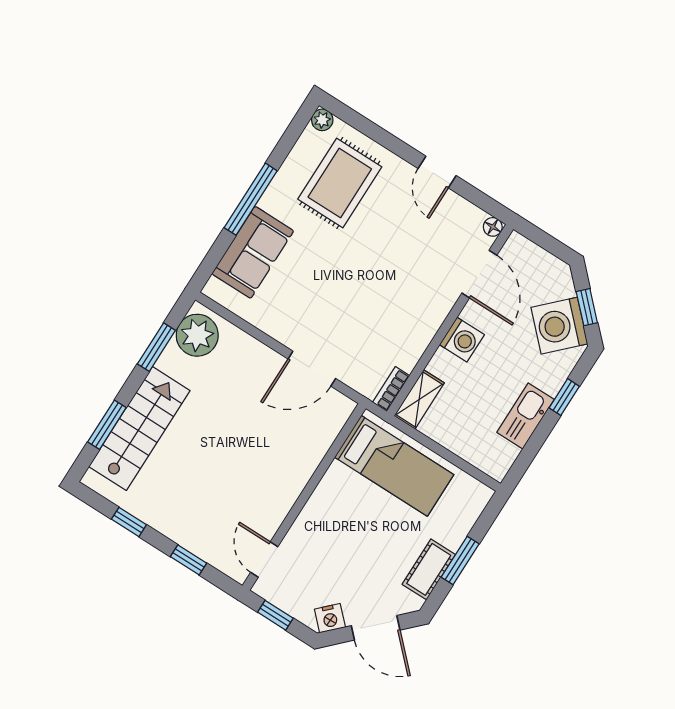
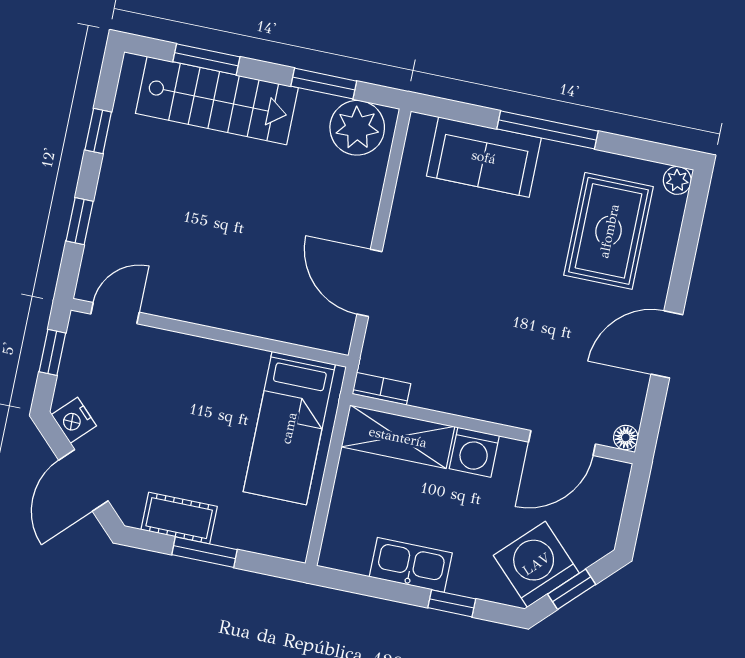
door: (437, 172) -> (667, 344), width x1.38
rug: (340, 183) -> (609, 231), turned 90
shelving: (419, 399) -> (398, 437), width x1.50, depth x1.33

